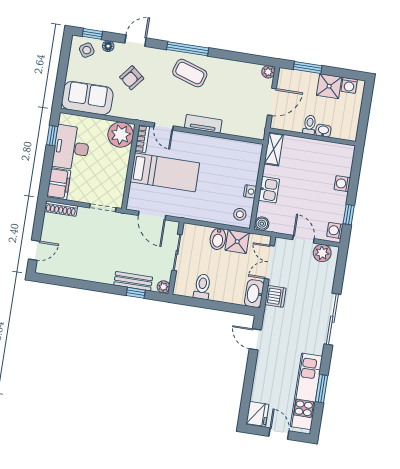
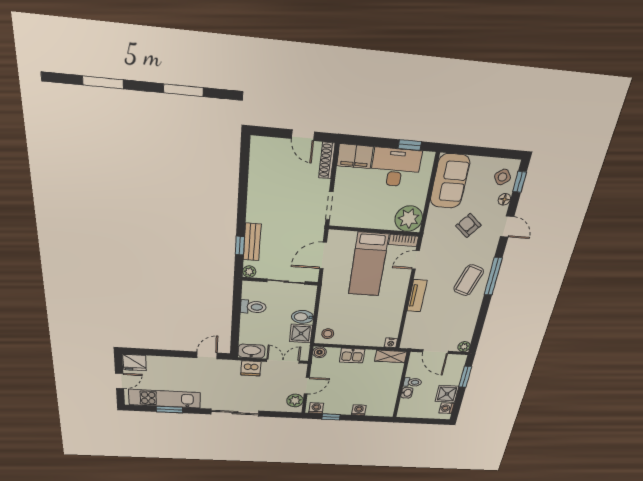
nightstand: (250, 191) -> (391, 343), moved
door: (34, 250) -> (303, 135), moved

